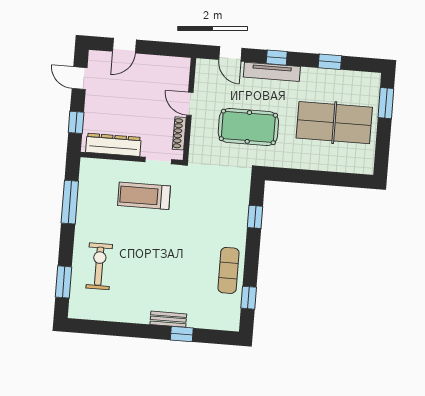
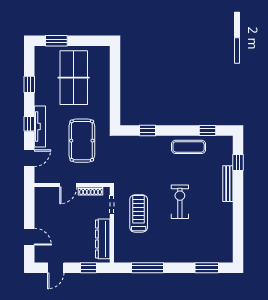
treadmill: (144, 196) -> (139, 213), turned 180
exercise bike: (99, 266) -> (180, 202), moved, turned 90
bench: (168, 319) -> (228, 184), width x1.36
window: (182, 334) -> (238, 163), moved

